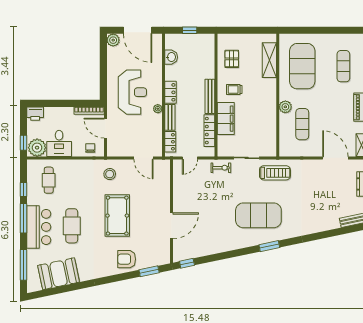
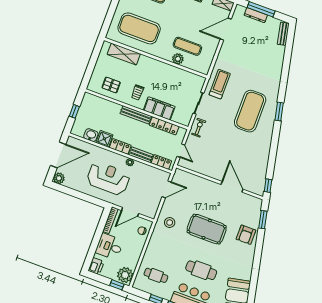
shower: (173, 73) -> (104, 139), added
plant: (285, 107) -> (178, 59), moved
desk: (59, 143) -> (109, 246), moved, turned 180

